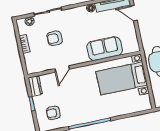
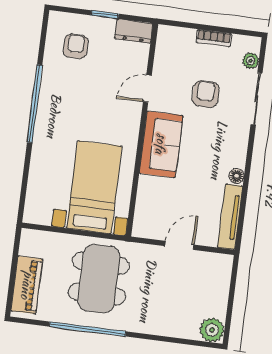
door: (134, 13) -> (179, 245), moved
sofa: (105, 49) -> (161, 144), moved
door: (62, 69) -> (147, 89), hinge flipped

